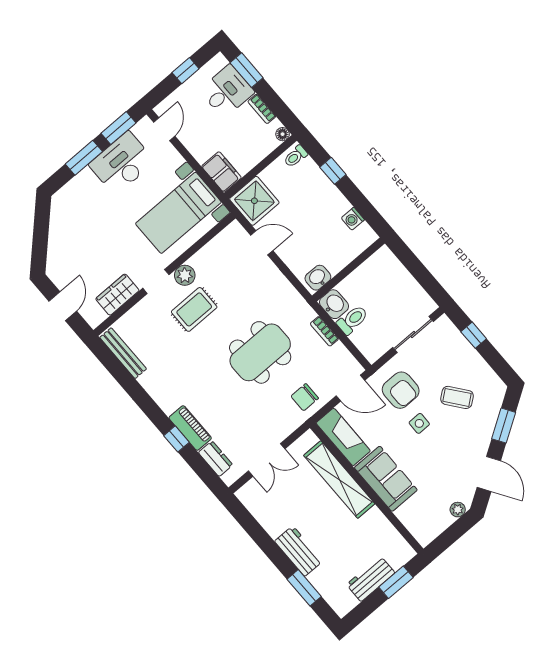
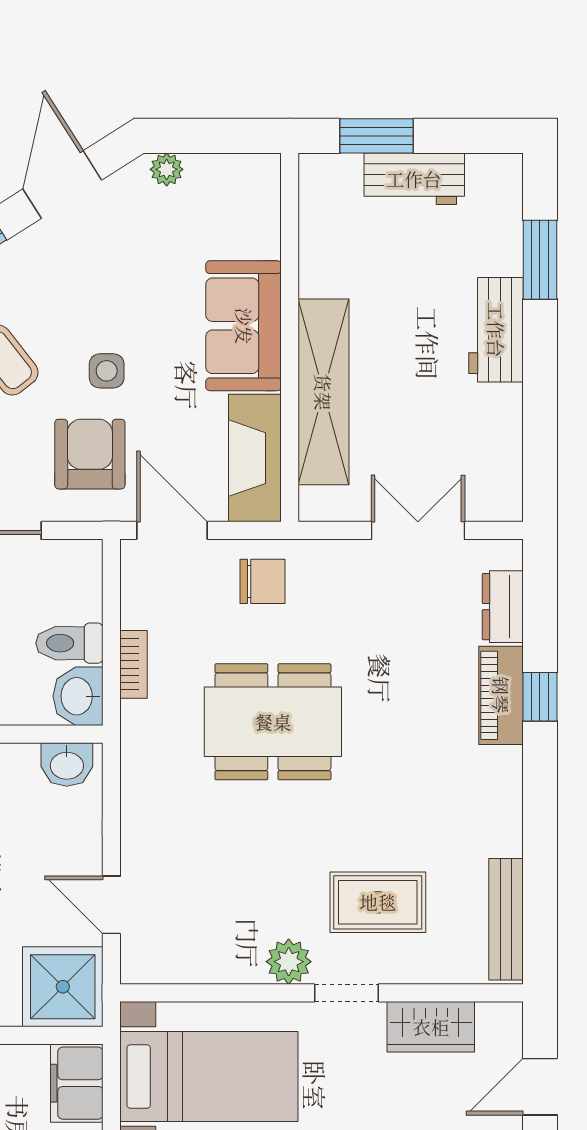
rug: (194, 309) -> (378, 902), moved

